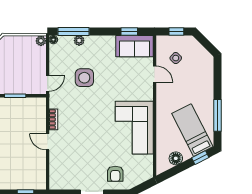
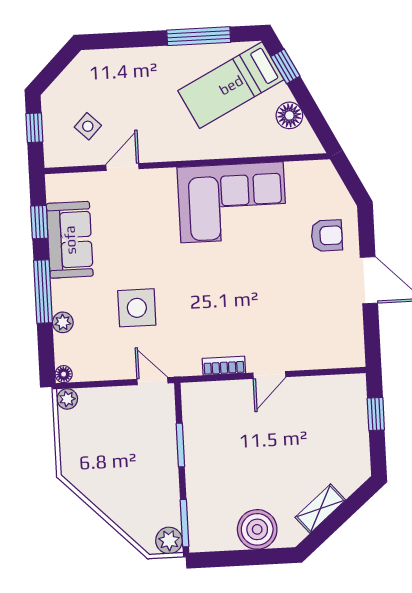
window: (74, 32) -> (43, 292), moved
sofa: (134, 46) -> (70, 240), moved

